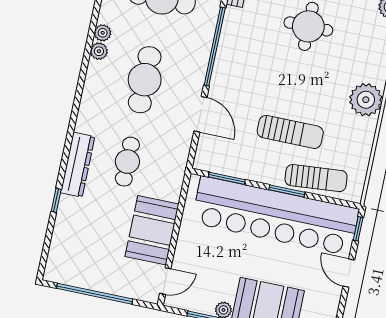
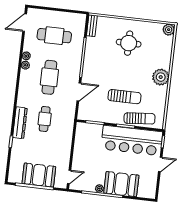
door: (200, 114) -> (79, 92), hinge flipped
bar counter: (275, 216) -> (132, 140), width x0.73
booth: (152, 230) -> (39, 175), moved, turned 90
door: (349, 273) -> (160, 164), swing flipped

